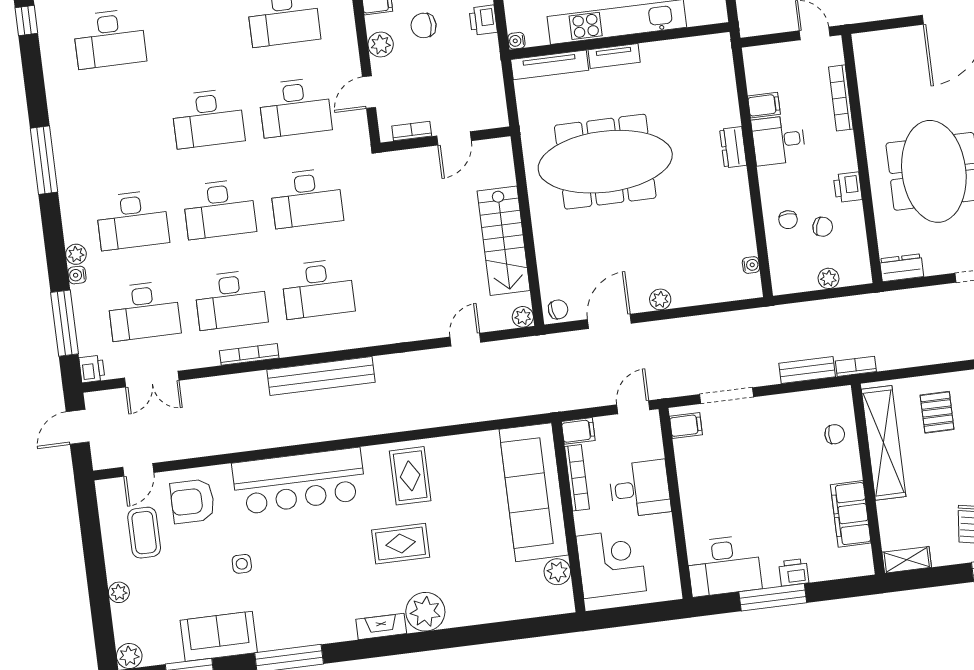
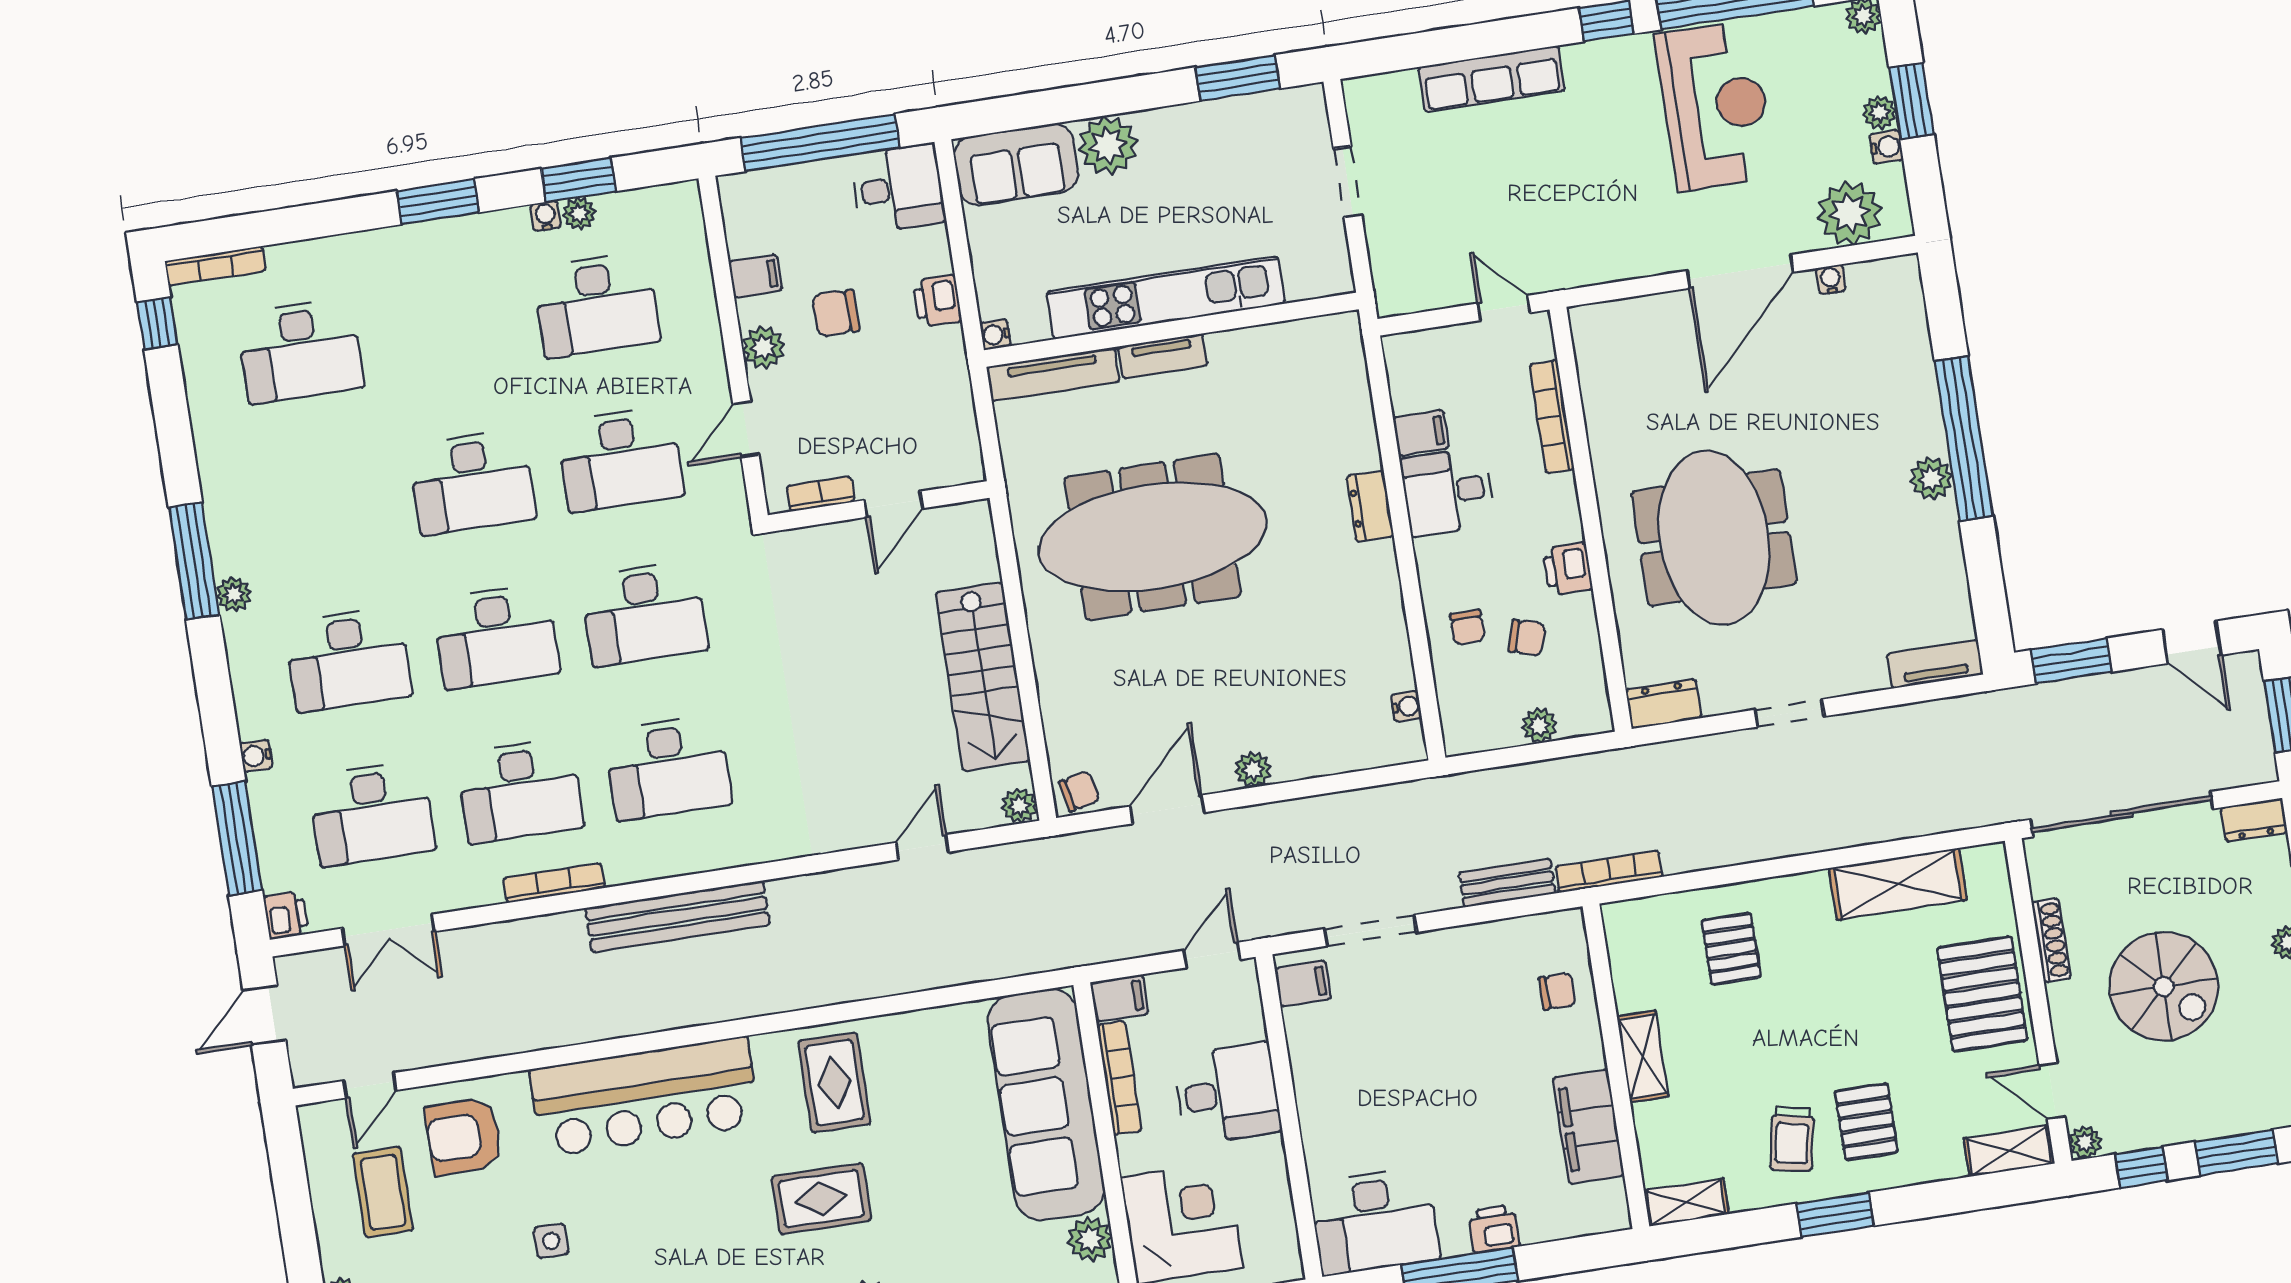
plant: (76, 254) -> (234, 594), moved
bookcase: (856, 366) -> (1609, 871), width x1.56
shelving: (884, 443) -> (1643, 1056), width x0.45, depth x0.75

